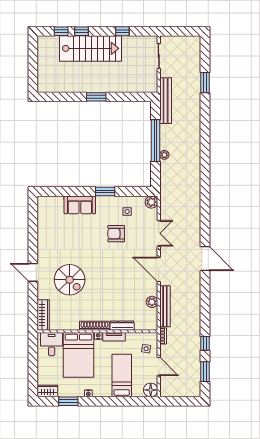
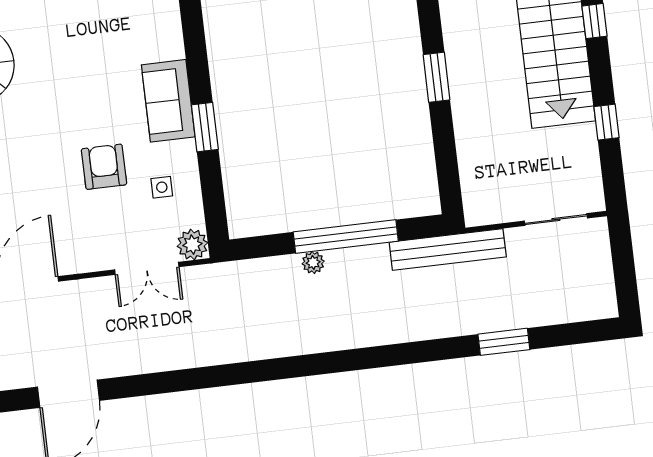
sofa: (80, 205) -> (168, 101), moved
double door: (159, 233) -> (147, 268), moved

